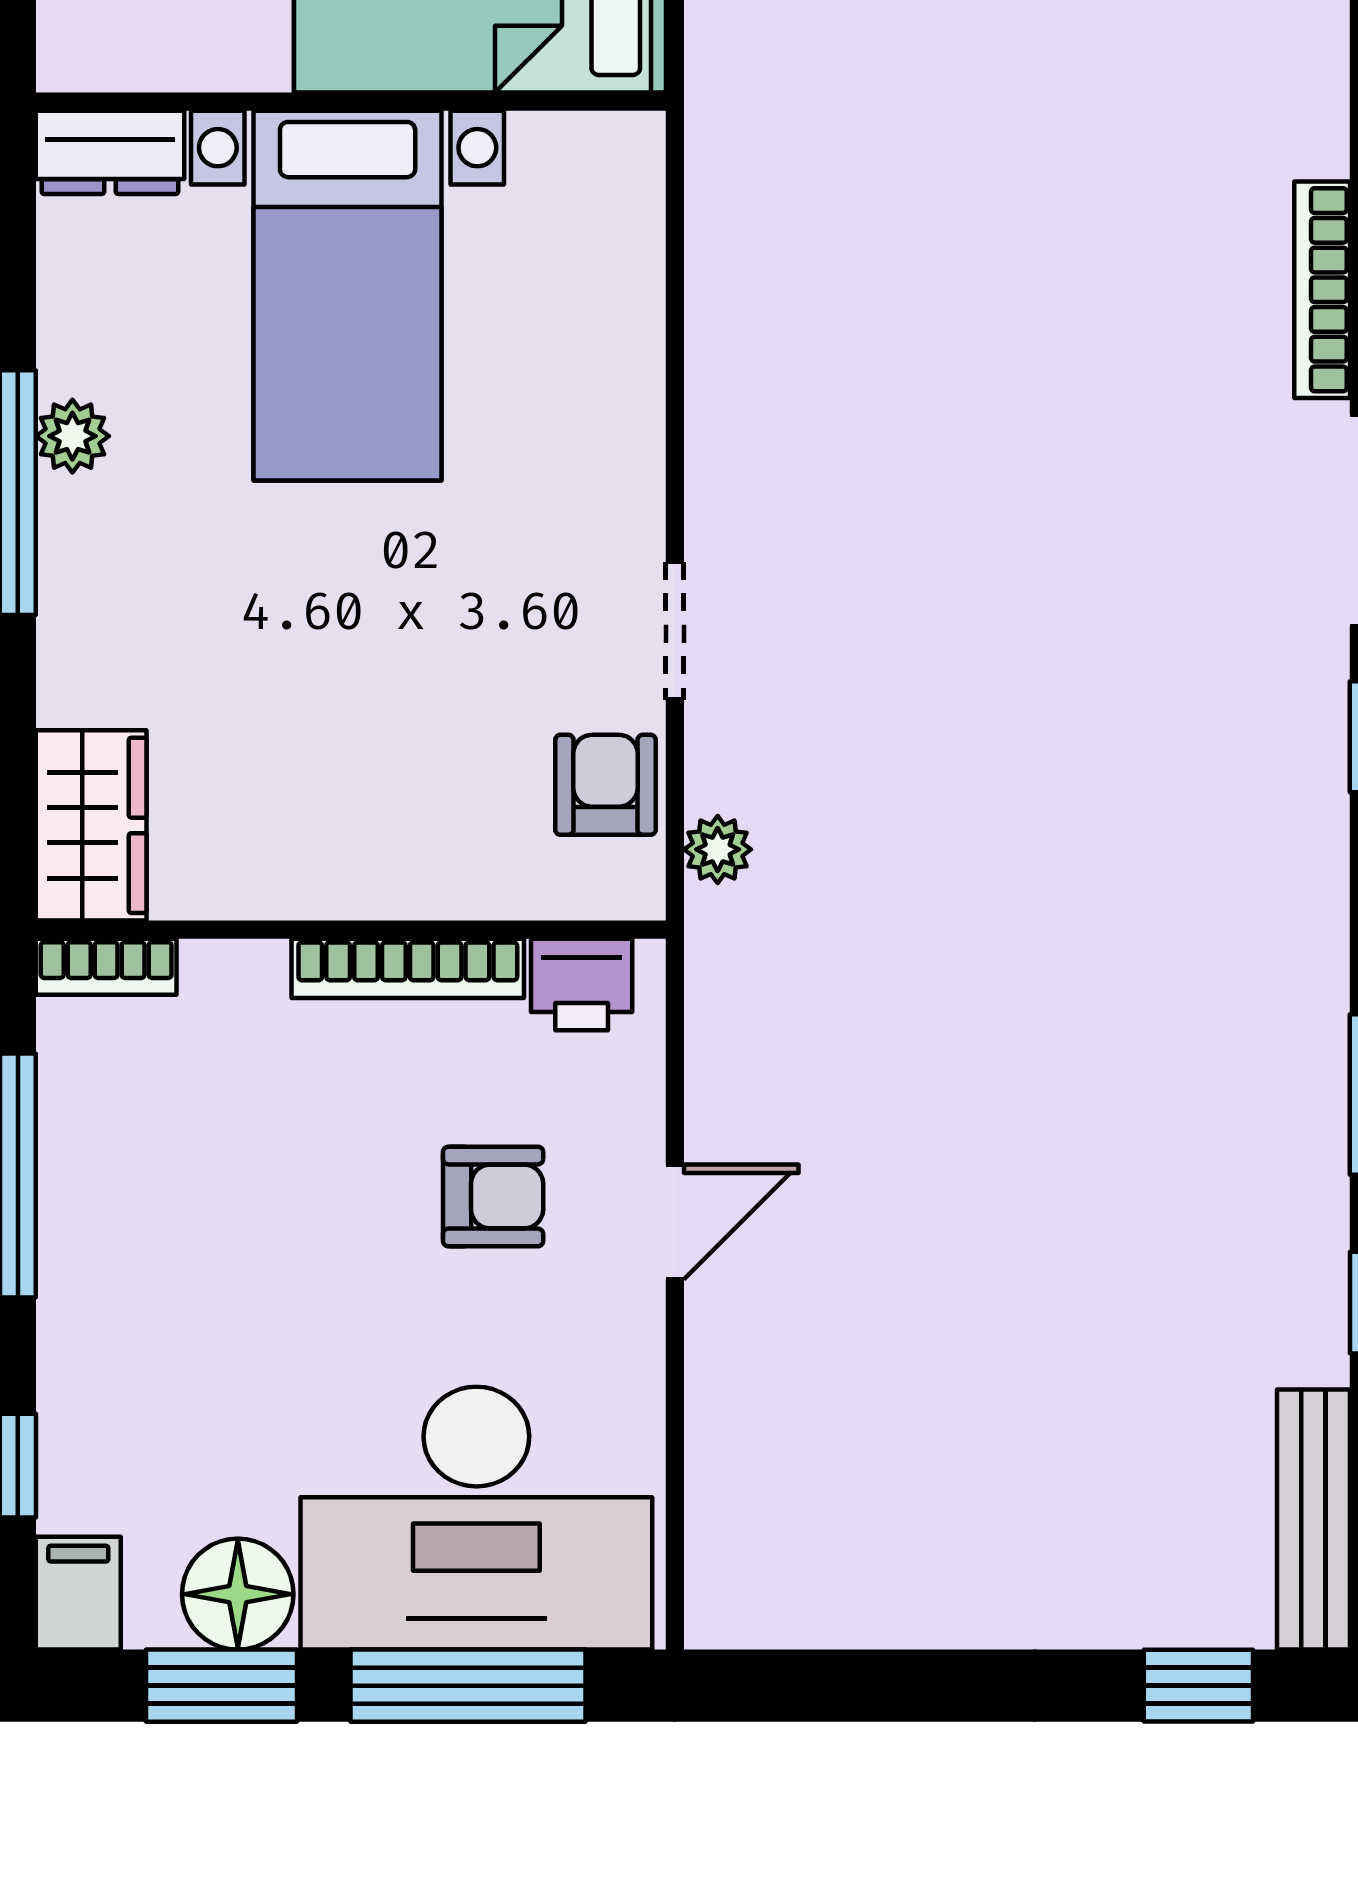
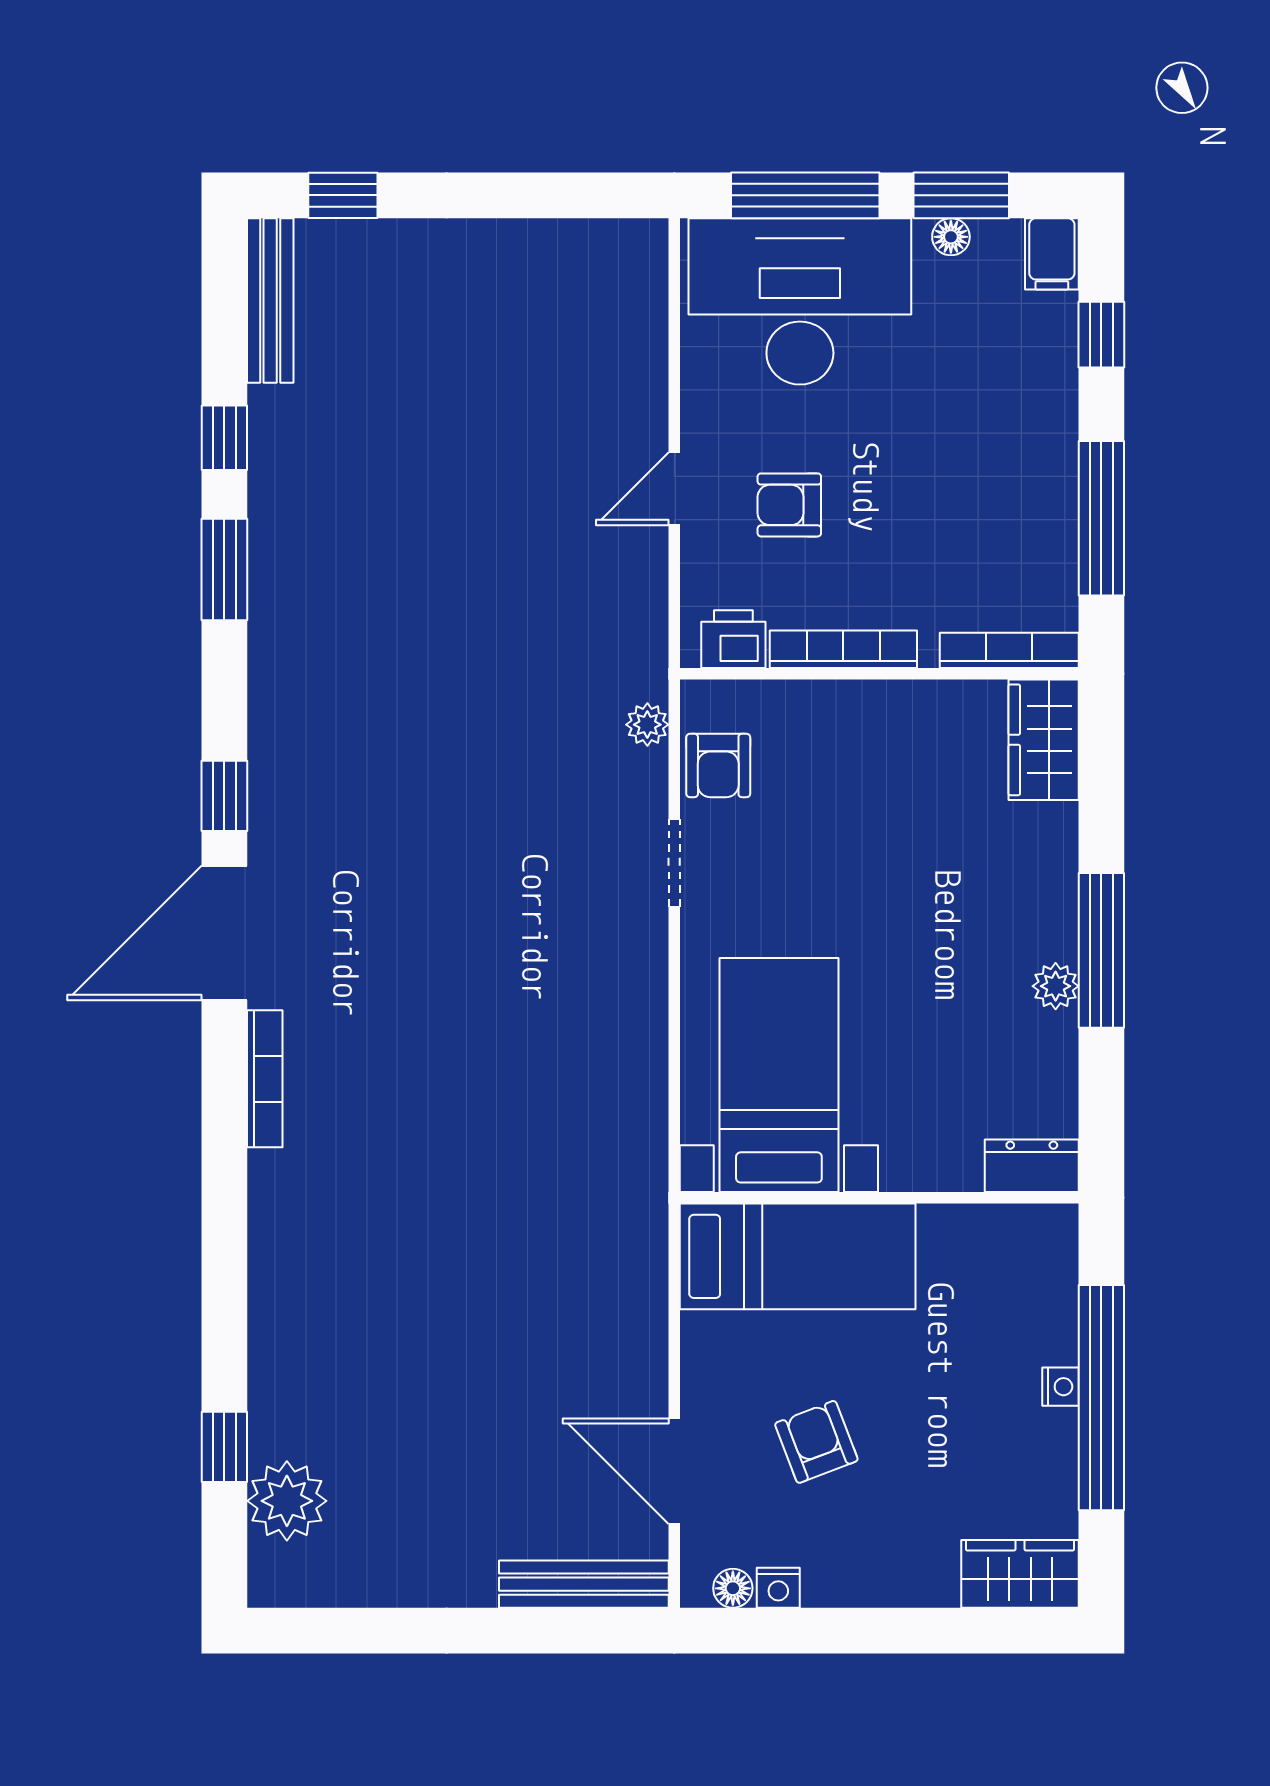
bed with nightstands: (348, 296) -> (779, 1075), moved
bookcase: (106, 967) -> (1009, 650), width x1.56
floor lamp: (238, 1594) -> (951, 237), width x0.53, depth x0.53

